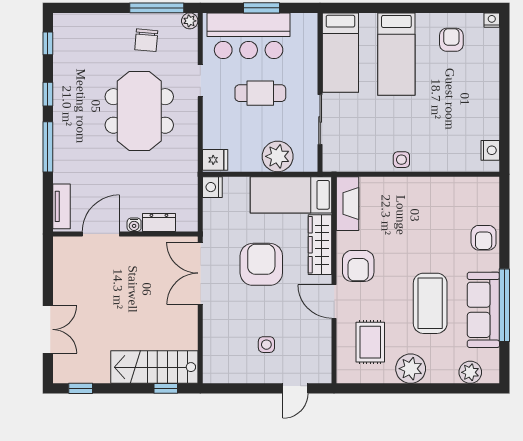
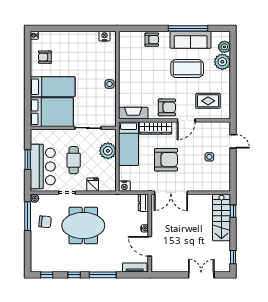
bed: (340, 53) -> (52, 112), width x1.50
fridge: (215, 160) -> (93, 185), moved
dresser: (159, 222) -> (143, 203), moved
armchair: (261, 264) -> (166, 160), turned 180
plant: (411, 369) -> (222, 62), moved

